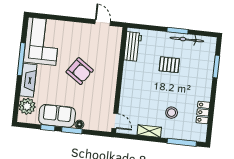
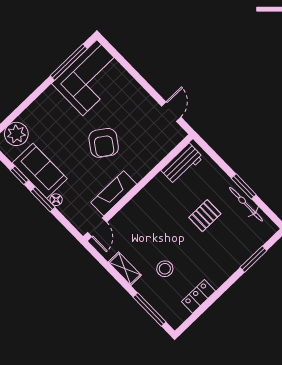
window: (21, 59) -> (69, 62), moved
pallet: (169, 65) -> (205, 216), turned 90
fireplace: (28, 80) -> (114, 193), moved, turned 180

